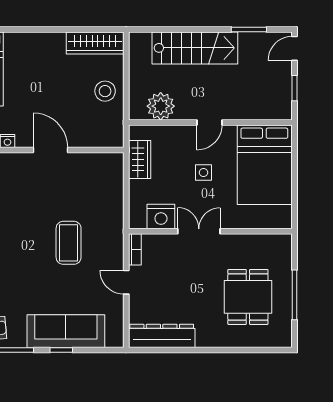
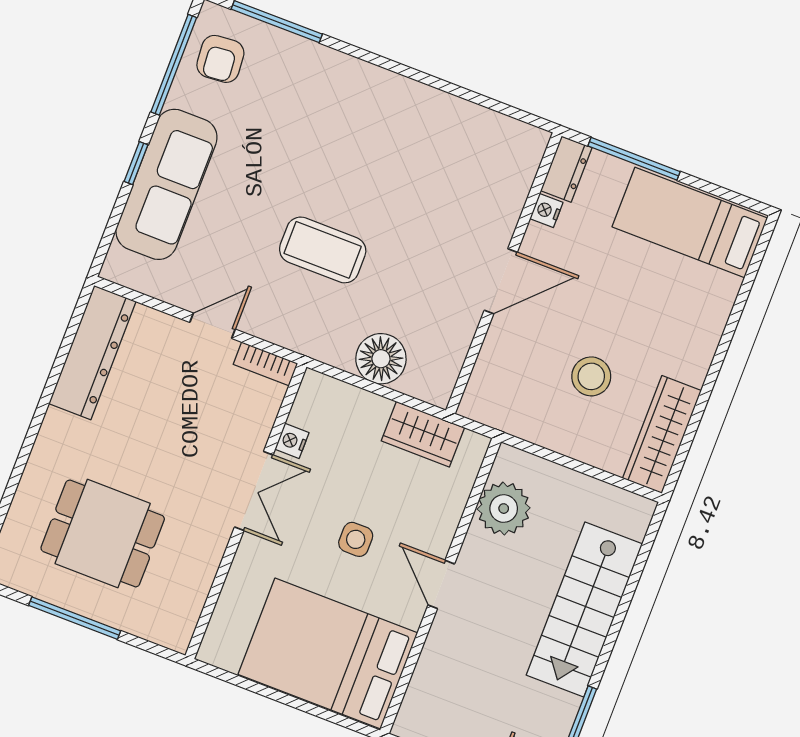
stool: (105, 91) -> (591, 376), moved
floor lamp: (111, 194) -> (381, 359), added
nightstand: (161, 217) -> (292, 441), width x0.53, depth x0.56

